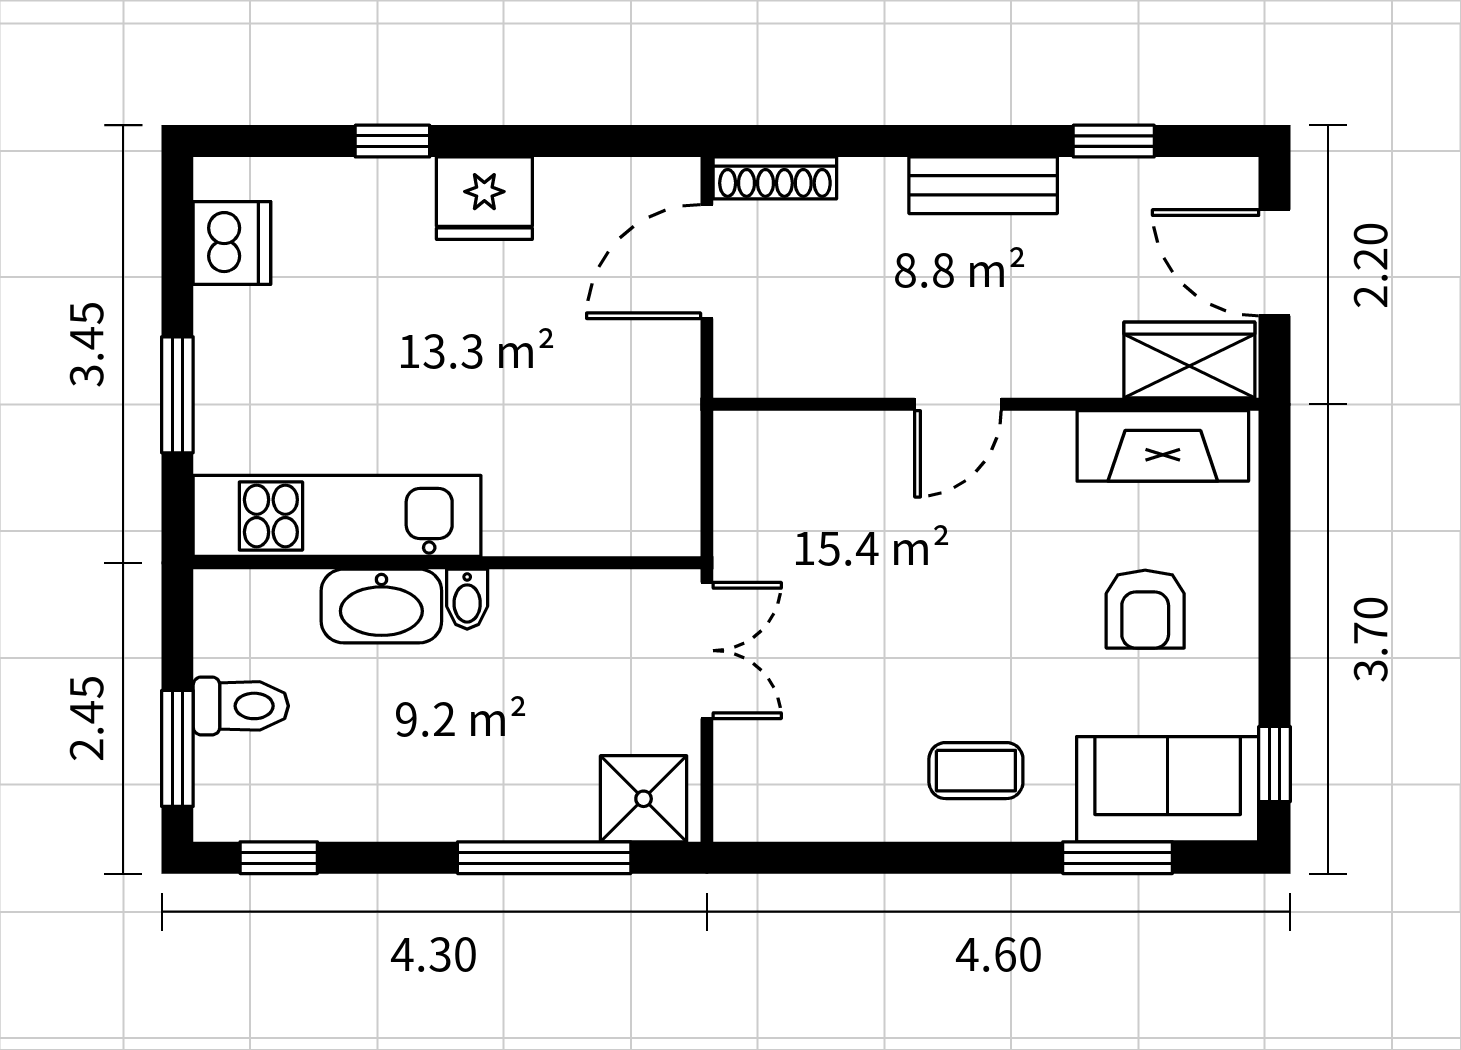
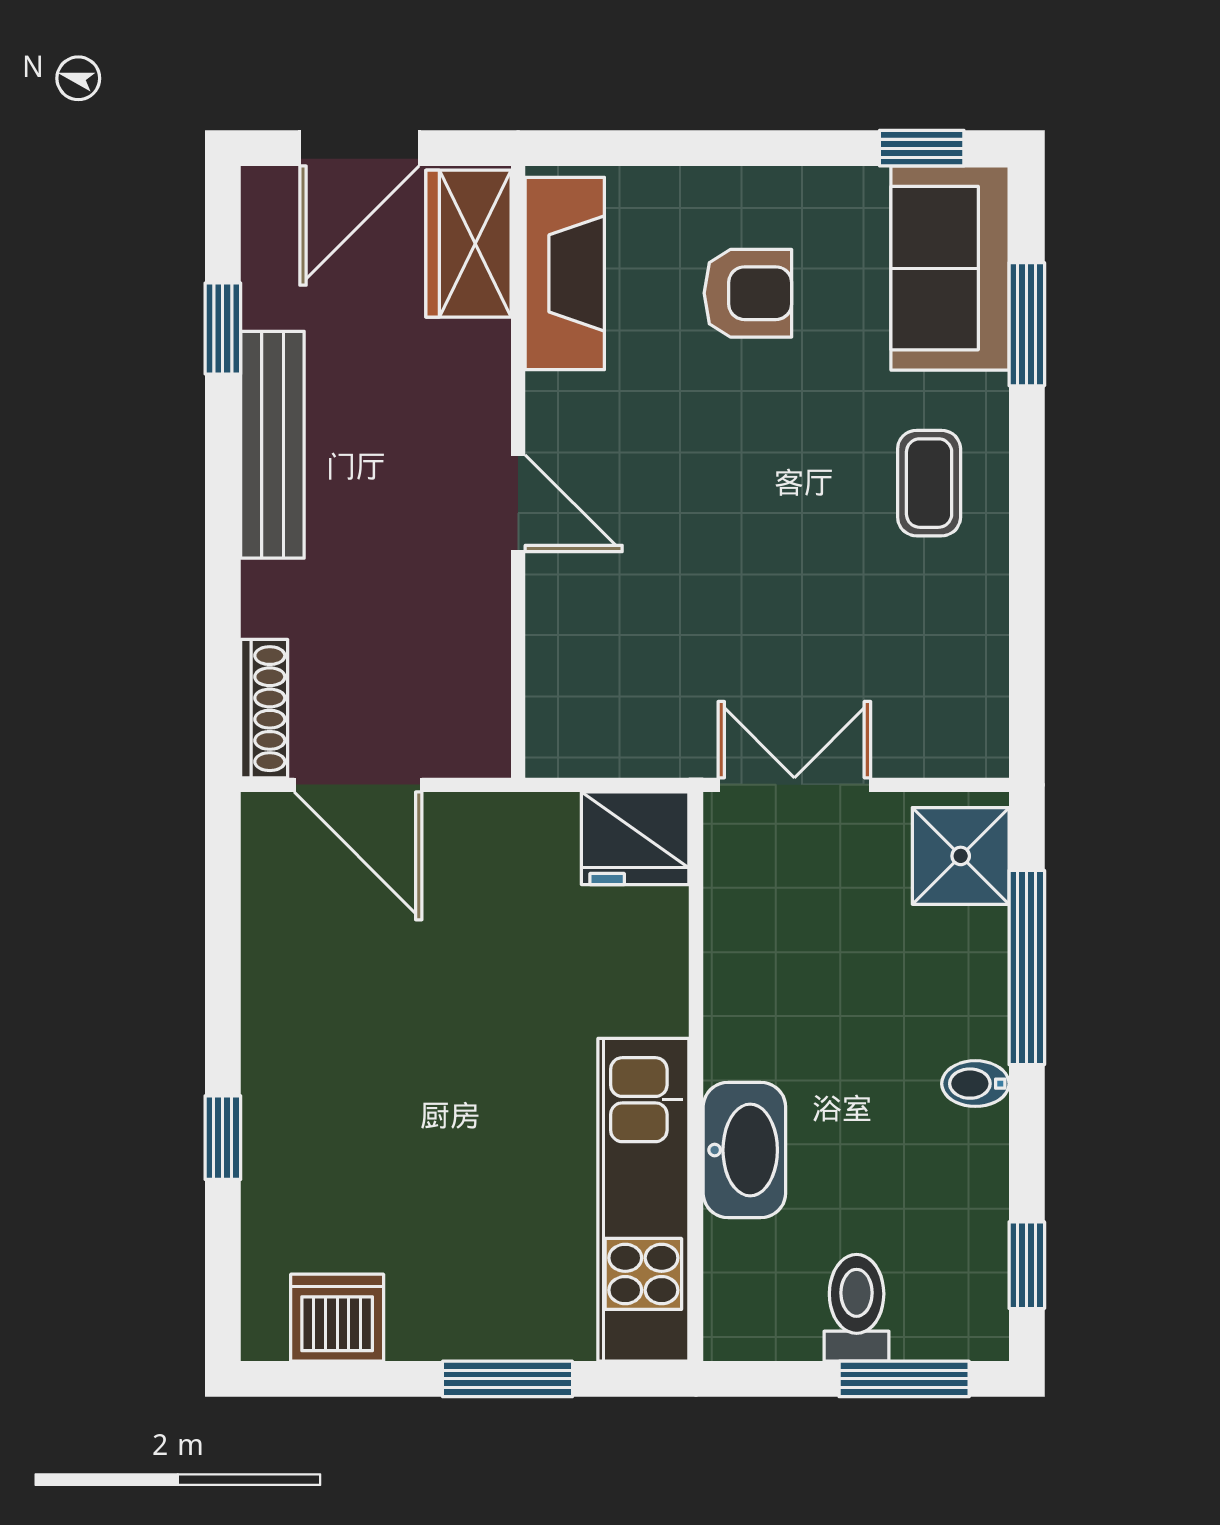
bench: (983, 185) -> (272, 445), width x1.36
fridge: (484, 198) -> (635, 838), moved, turned 90
bidet: (467, 599) -> (975, 1084), moved, turned 180

